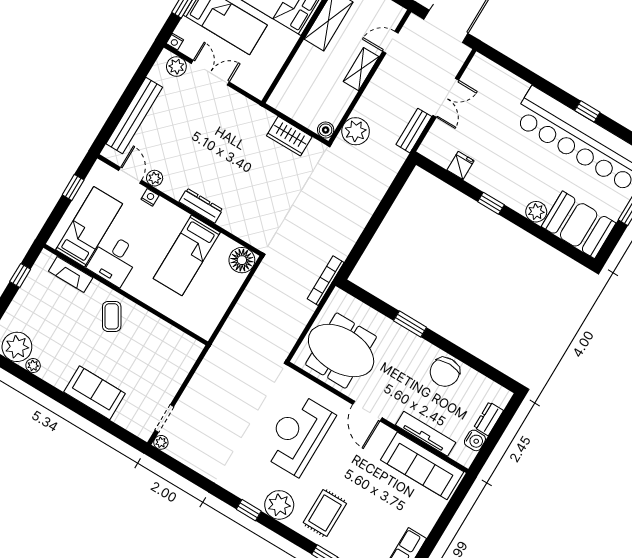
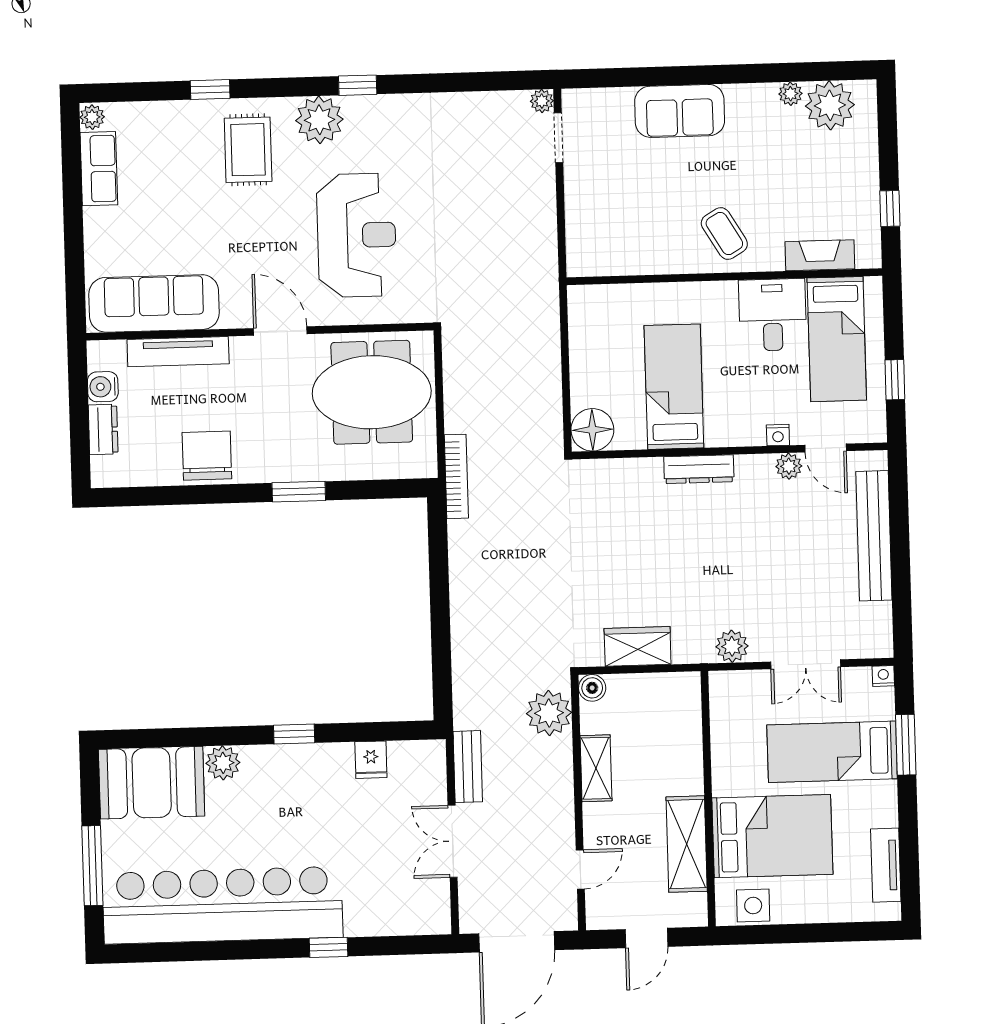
plant: (176, 67) -> (732, 646), moved
shelving: (361, 69) -> (596, 768), moved
window: (587, 111) -> (328, 947), moved

